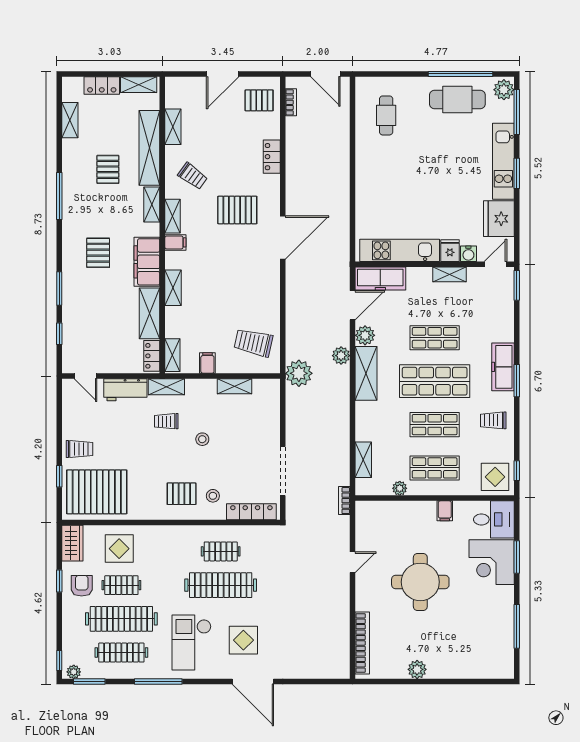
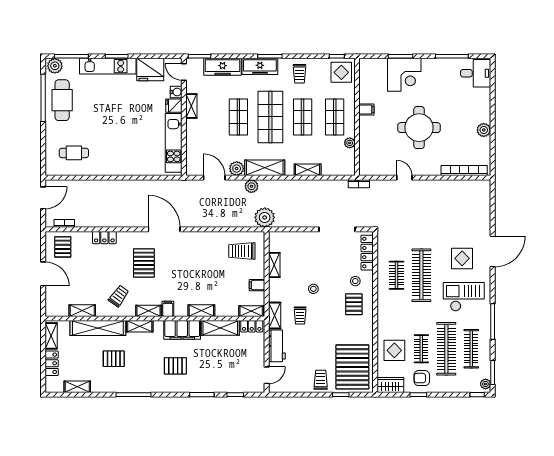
freezer: (380, 278) -> (223, 67), moved, turned 90
trolley: (253, 343) -> (242, 251), turned 77
shelving: (363, 460) -> (308, 170), moved
desk: (494, 519) -> (476, 73), moved, turned 90
checkout: (192, 642) -> (464, 297), turned 180

